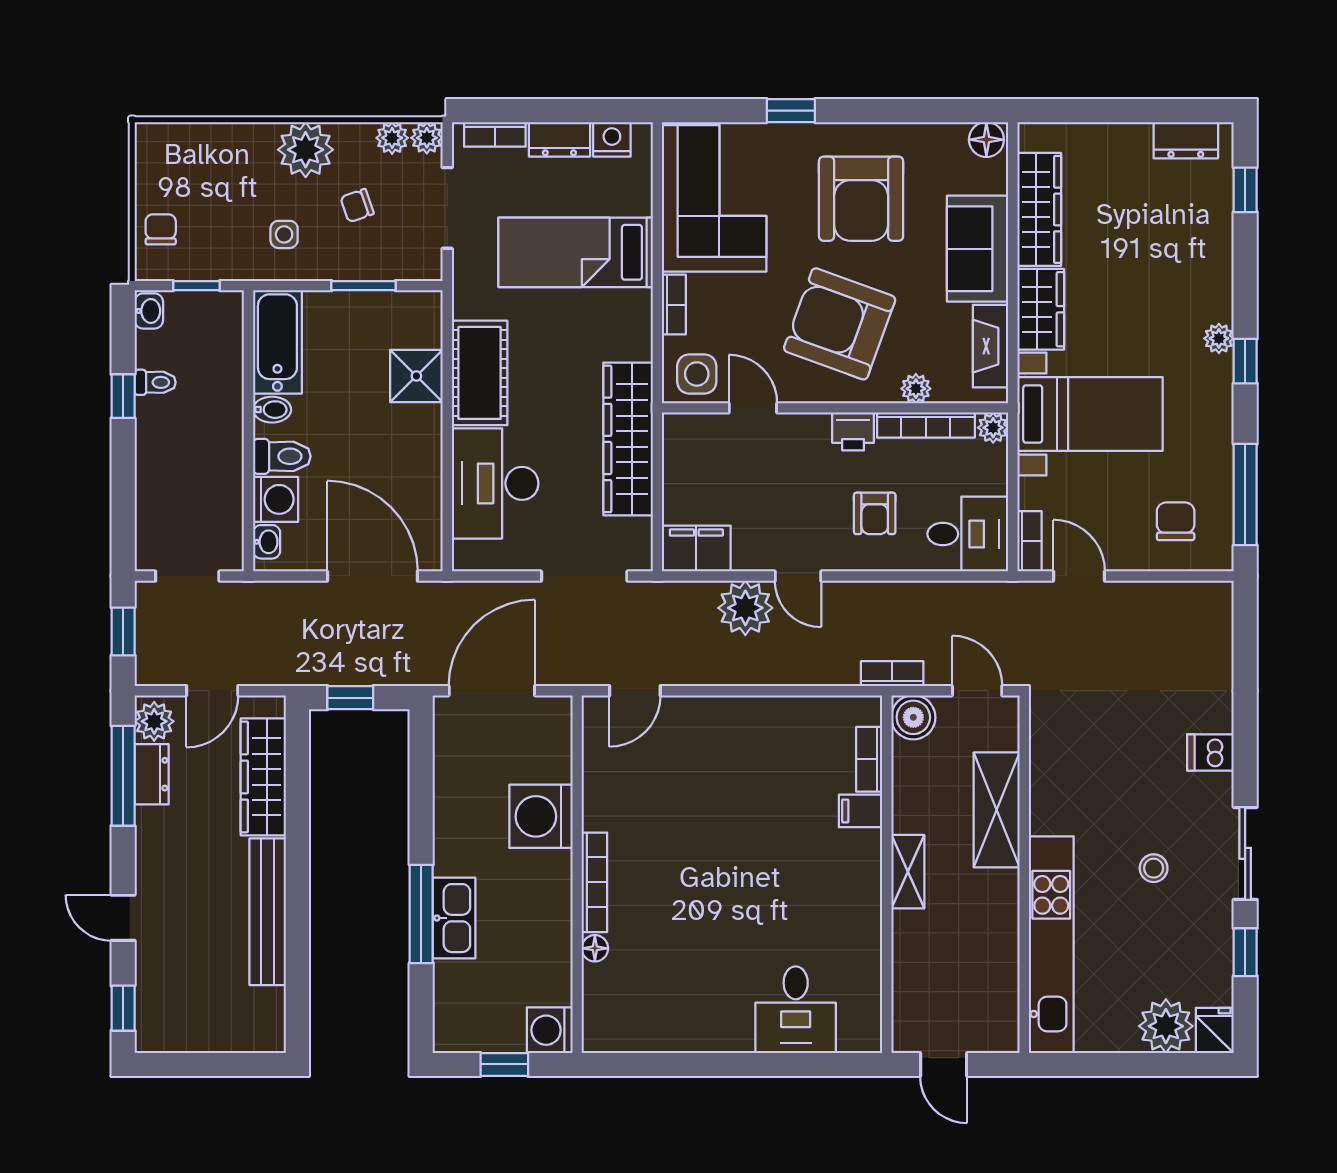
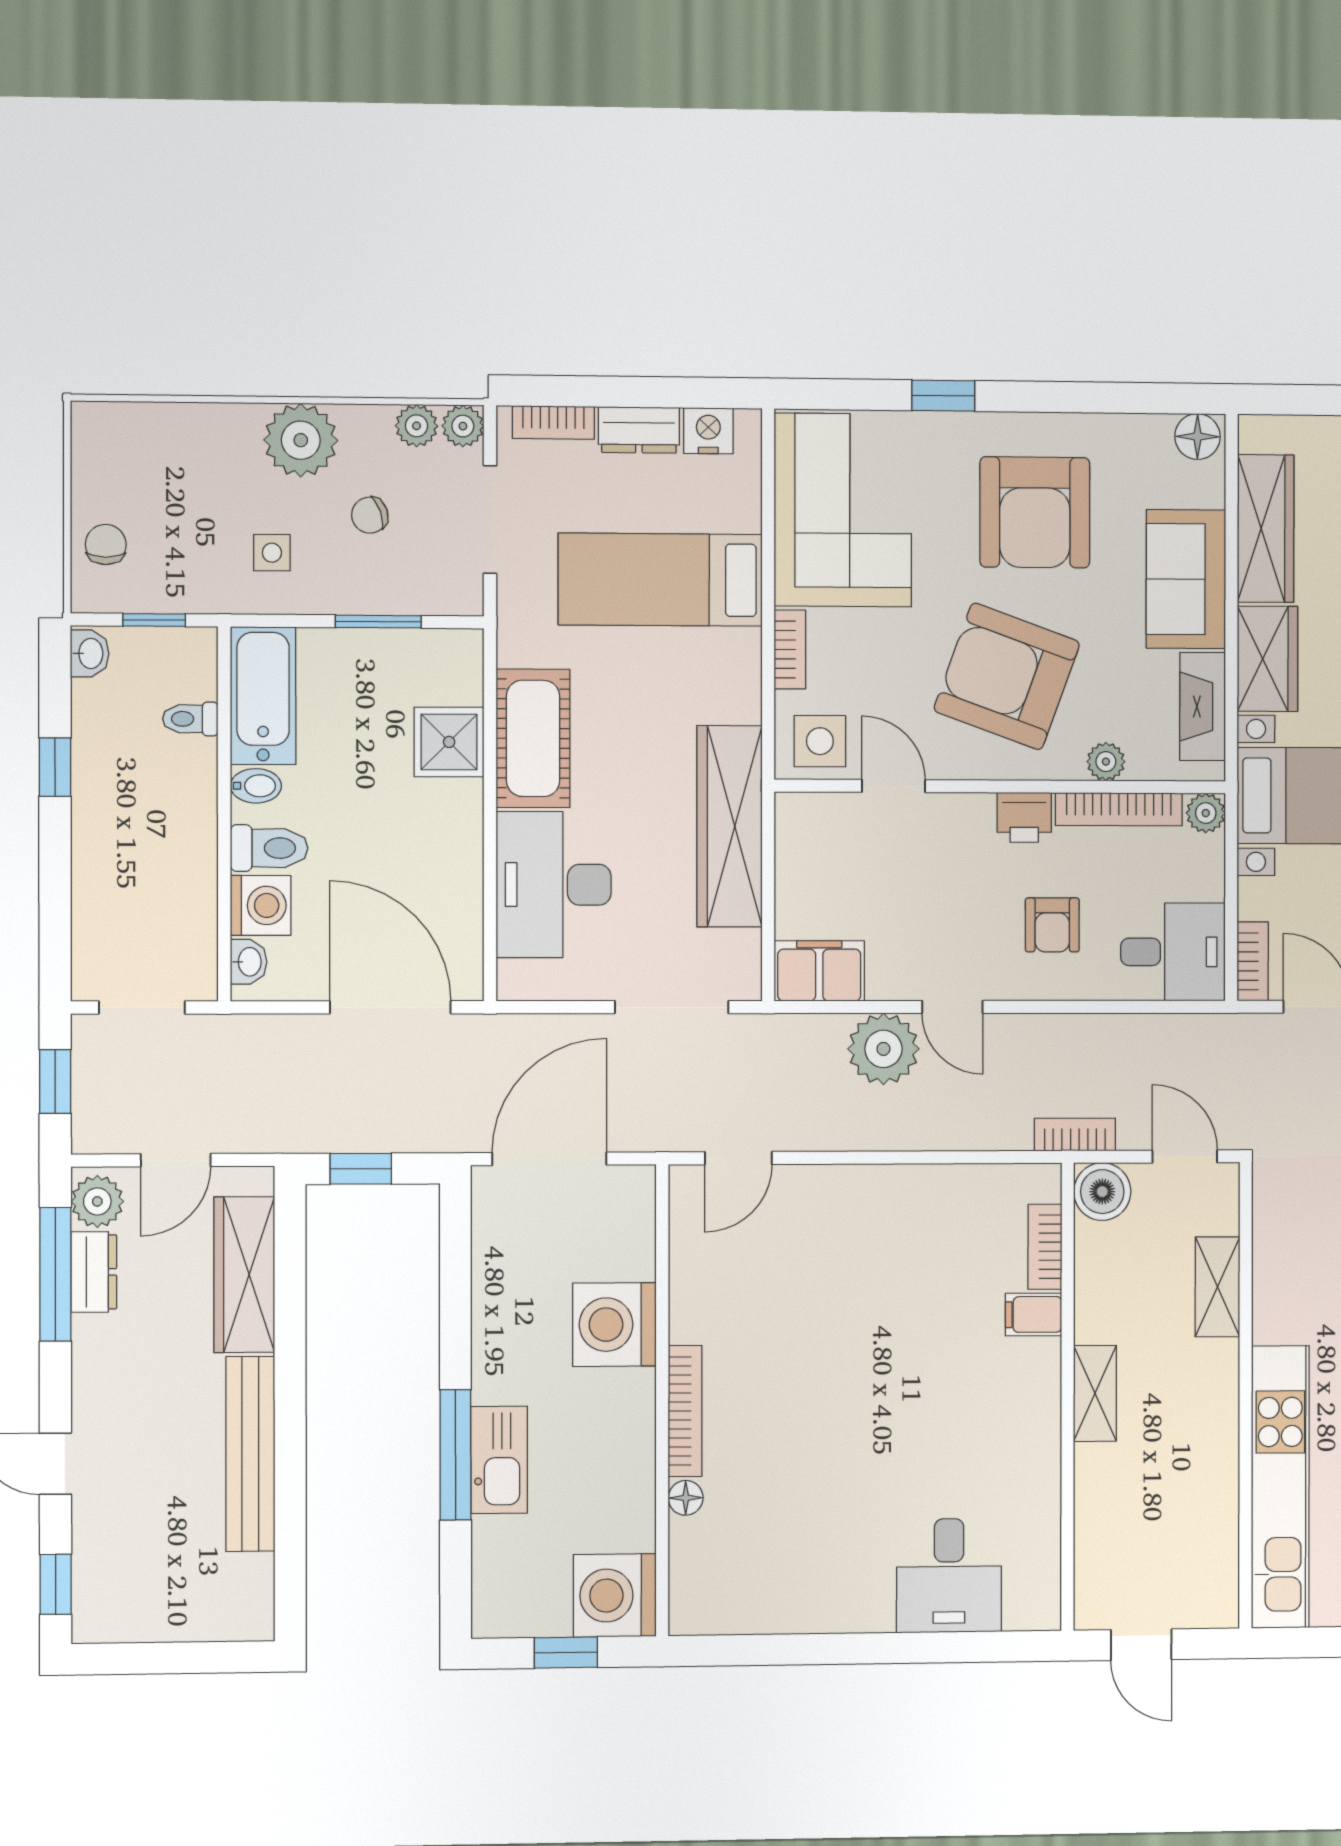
toilet: (155, 382) -> (190, 719), moved, turned 180
shelving: (997, 810) -> (1218, 1287), width x0.67, depth x0.75
washing machine: (550, 1030) -> (615, 1595), width x1.37, depth x1.37

